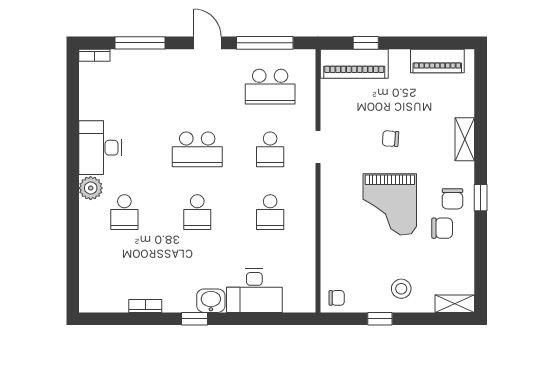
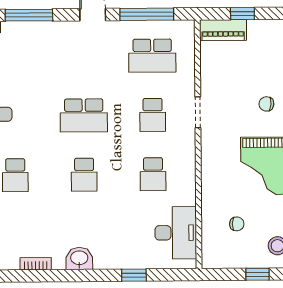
piano: (354, 64) -> (223, 30), width x0.73, depth x0.75
desk: (254, 291) -> (176, 233), moved, turned -90
chair: (337, 298) -> (237, 224), moved
washbasin: (211, 301) -> (79, 258), moved
window: (194, 319) -> (134, 275), moved

